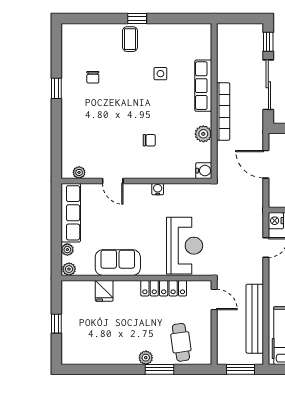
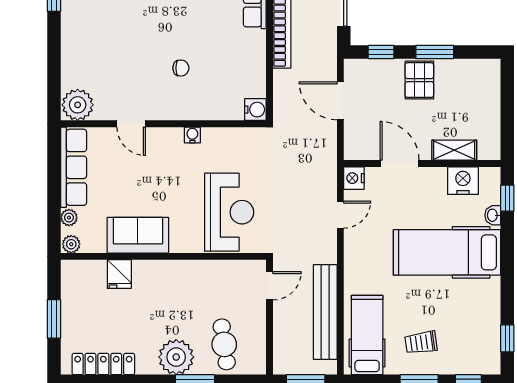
plant: (203, 134) -> (255, 59), removed
plant: (79, 172) -> (78, 105), width x1.87, depth x1.87
locker: (164, 288) -> (103, 364), moved, turned 180
door: (214, 300) -> (270, 286), hinge flipped
window: (56, 324) -> (54, 319), width x1.50
plant: (146, 358) -> (176, 357), width x1.88, depth x1.88

